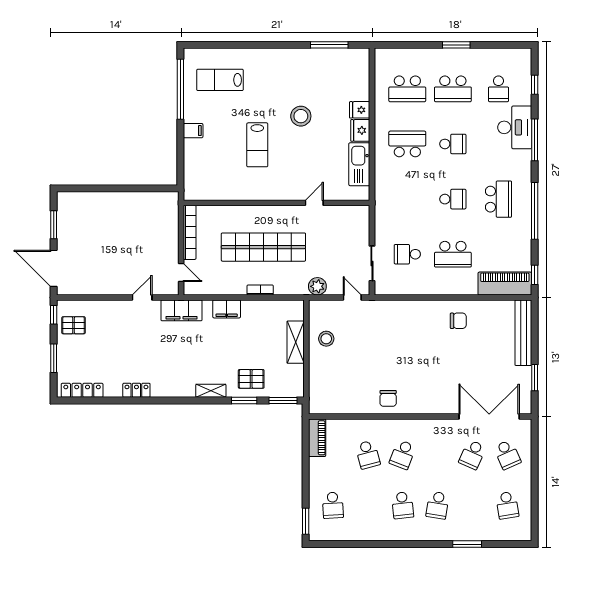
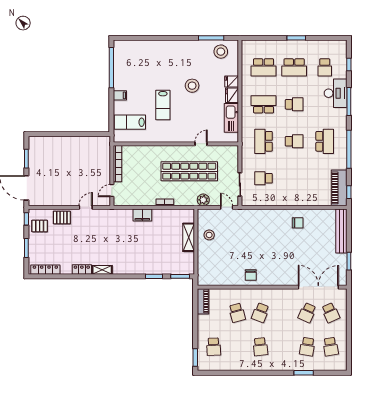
stool: (344, 65) -> (221, 52), added
lab bench: (220, 80) -> (130, 122), moved
shop shelf: (263, 247) -> (189, 171), moved
school desk: (453, 254) -> (264, 141), moved, turned 90
door: (181, 273) -> (112, 191), swing flipped
piano: (505, 284) -> (339, 188), moved, turned -90
filing cabinet: (182, 310) -> (112, 216), removed
pallet: (251, 379) -> (62, 217), moved
shelving: (211, 391) -> (102, 270), moved
school desk: (438, 505) -> (307, 347), moved

